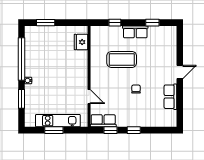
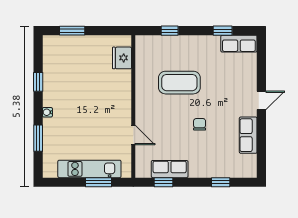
row of seats: (135, 32) -> (239, 44), moved
window: (21, 59) -> (38, 82), width x0.32
row of seats: (103, 121) -> (170, 169), moved
window: (54, 130) -> (98, 182), moved
window: (134, 130) -> (221, 182), moved

